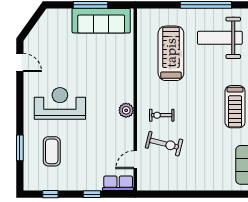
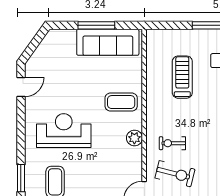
treadmill: (171, 53) -> (182, 77), width x0.73, depth x0.73
door: (20, 63) -> (21, 87), hinge flipped
coffee table: (114, 77) -> (121, 102), added

